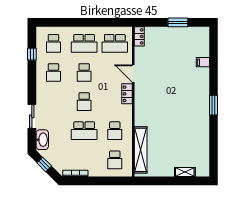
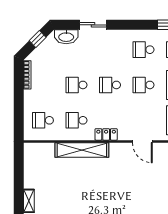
door: (133, 74) -> (142, 142), swing flipped
locker: (127, 94) -> (106, 134), moved
school desk: (84, 131) -> (76, 85), width x0.54
shelving: (141, 150) -> (82, 150), moved

